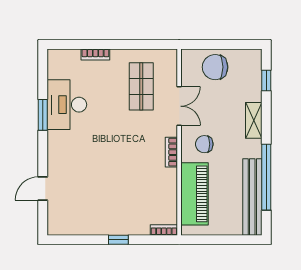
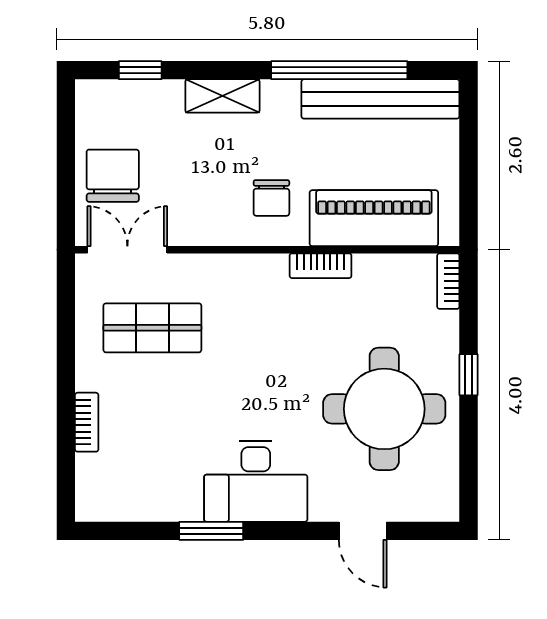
chair: (215, 67) -> (113, 176), turned 180
desk: (67, 105) -> (256, 481), moved
double door: (179, 106) -> (127, 250), moved
bookcase: (171, 152) -> (321, 266), moved
round table: (102, 199) -> (384, 409), added

